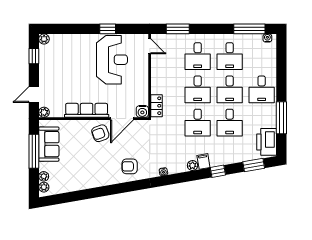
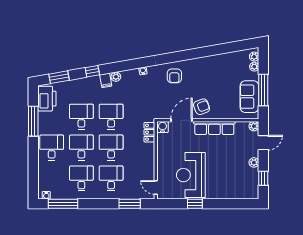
plant: (44, 39) -> (254, 162), moved
armchair: (130, 166) -> (174, 76), turned 90

